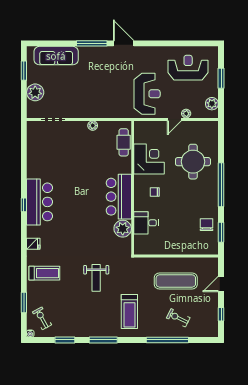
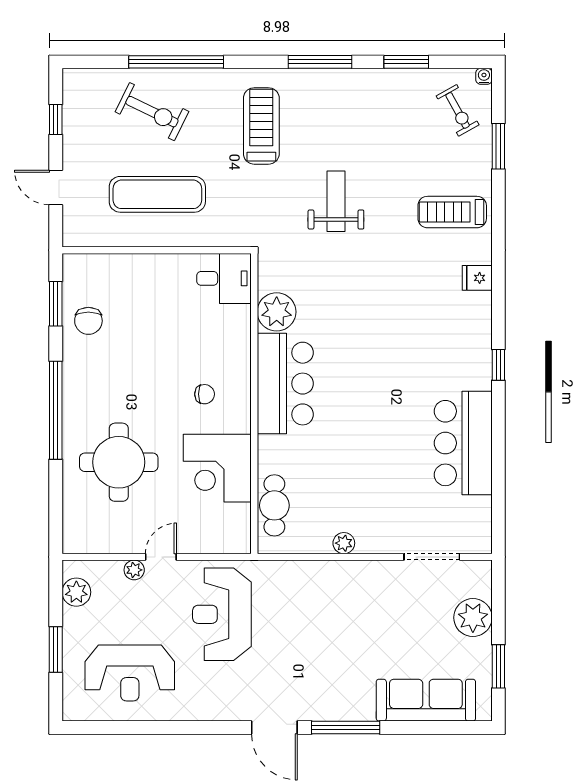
bar counter: (39, 202) -> (463, 443), moved
desk: (146, 223) -> (224, 278), moved
door: (221, 284) -> (56, 188), swing flipped
exercise bike: (178, 318) -> (152, 112), width x1.38, depth x1.39

